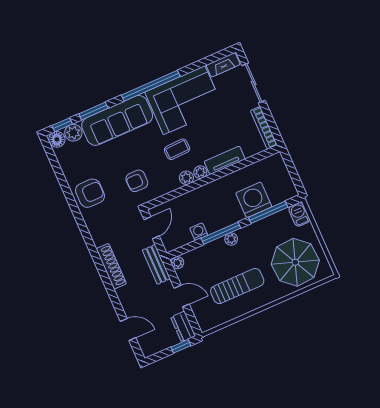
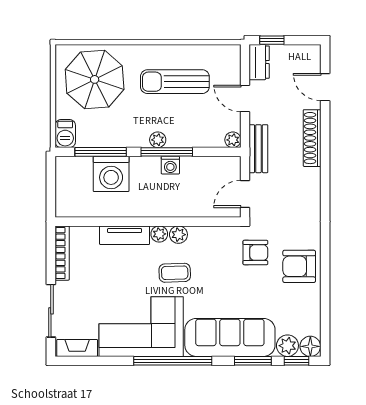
armchair: (137, 181) -> (255, 253), moved
washing machine: (199, 232) -> (170, 165), moved
shoe rack: (111, 266) -> (312, 138), moved

